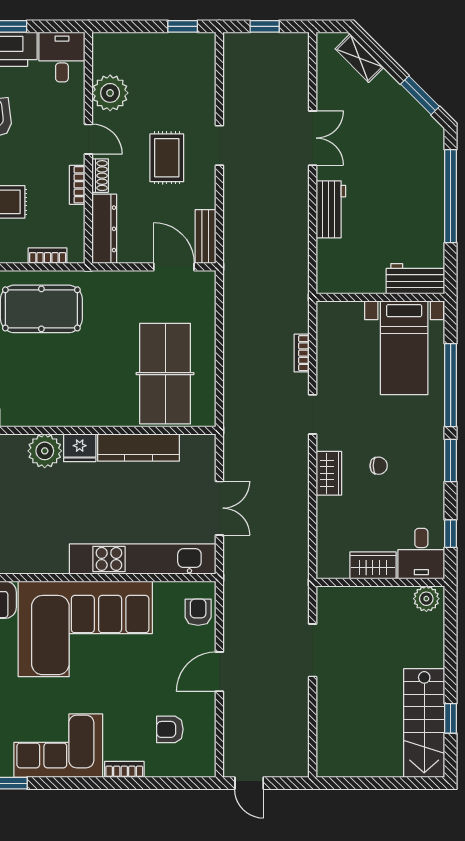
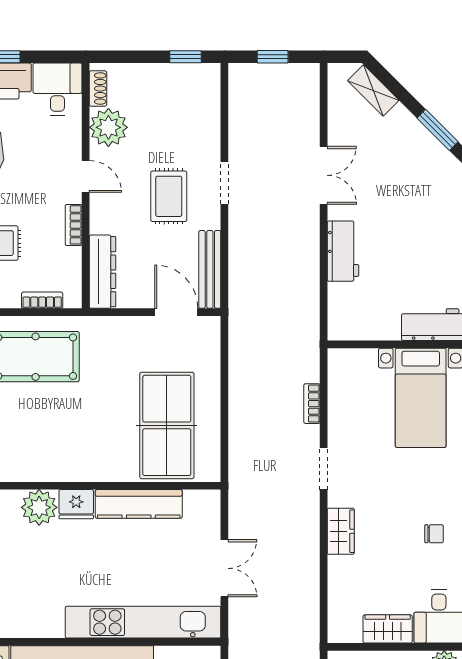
shoe rack: (100, 176) -> (98, 89), moved
bench: (205, 236) -> (210, 269), width x1.36
chair: (379, 466) -> (434, 534), moved

